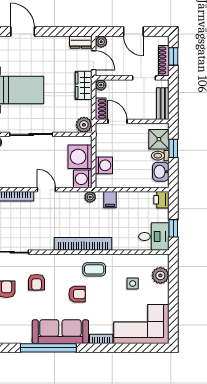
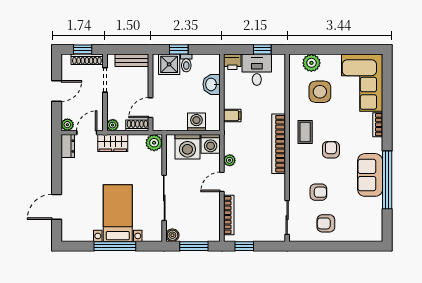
washbasin: (161, 172) -> (212, 84), moved, turned 90
plant: (90, 197) -> (230, 160), moved
desk: (154, 236) -> (257, 70), moved
side table: (133, 284) -> (320, 92), width x1.87, depth x1.87
sofa: (60, 332) -> (370, 175), width x0.73

